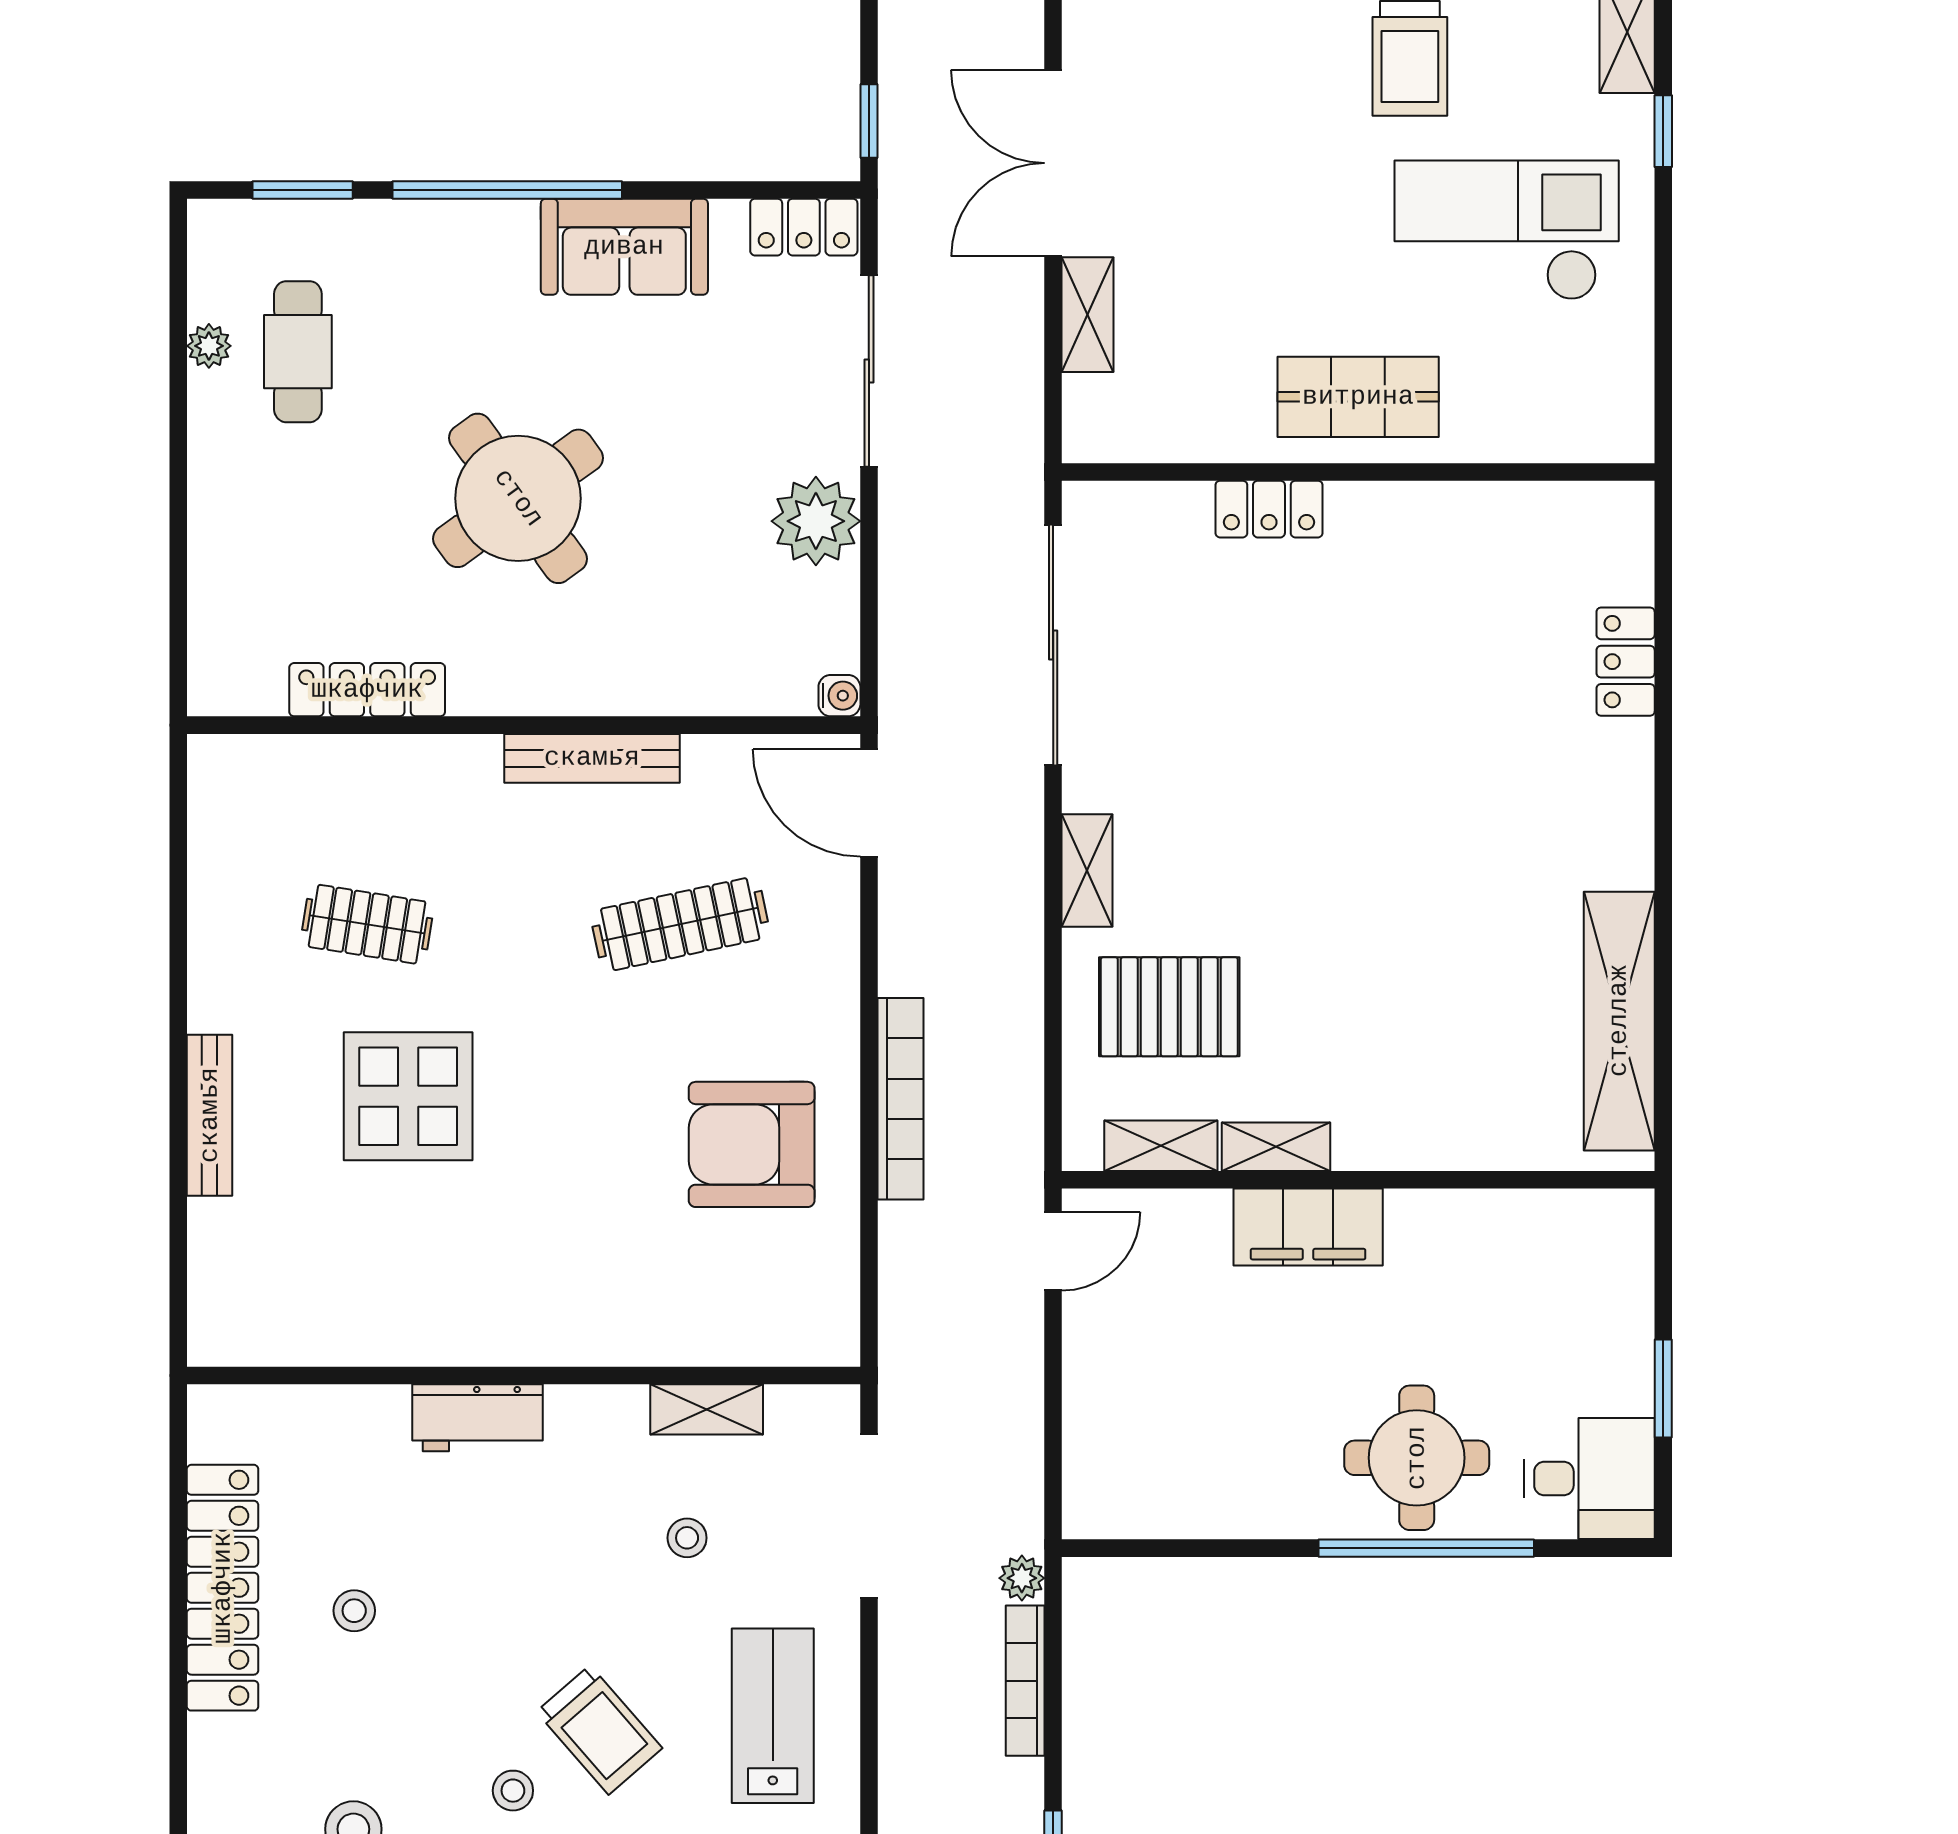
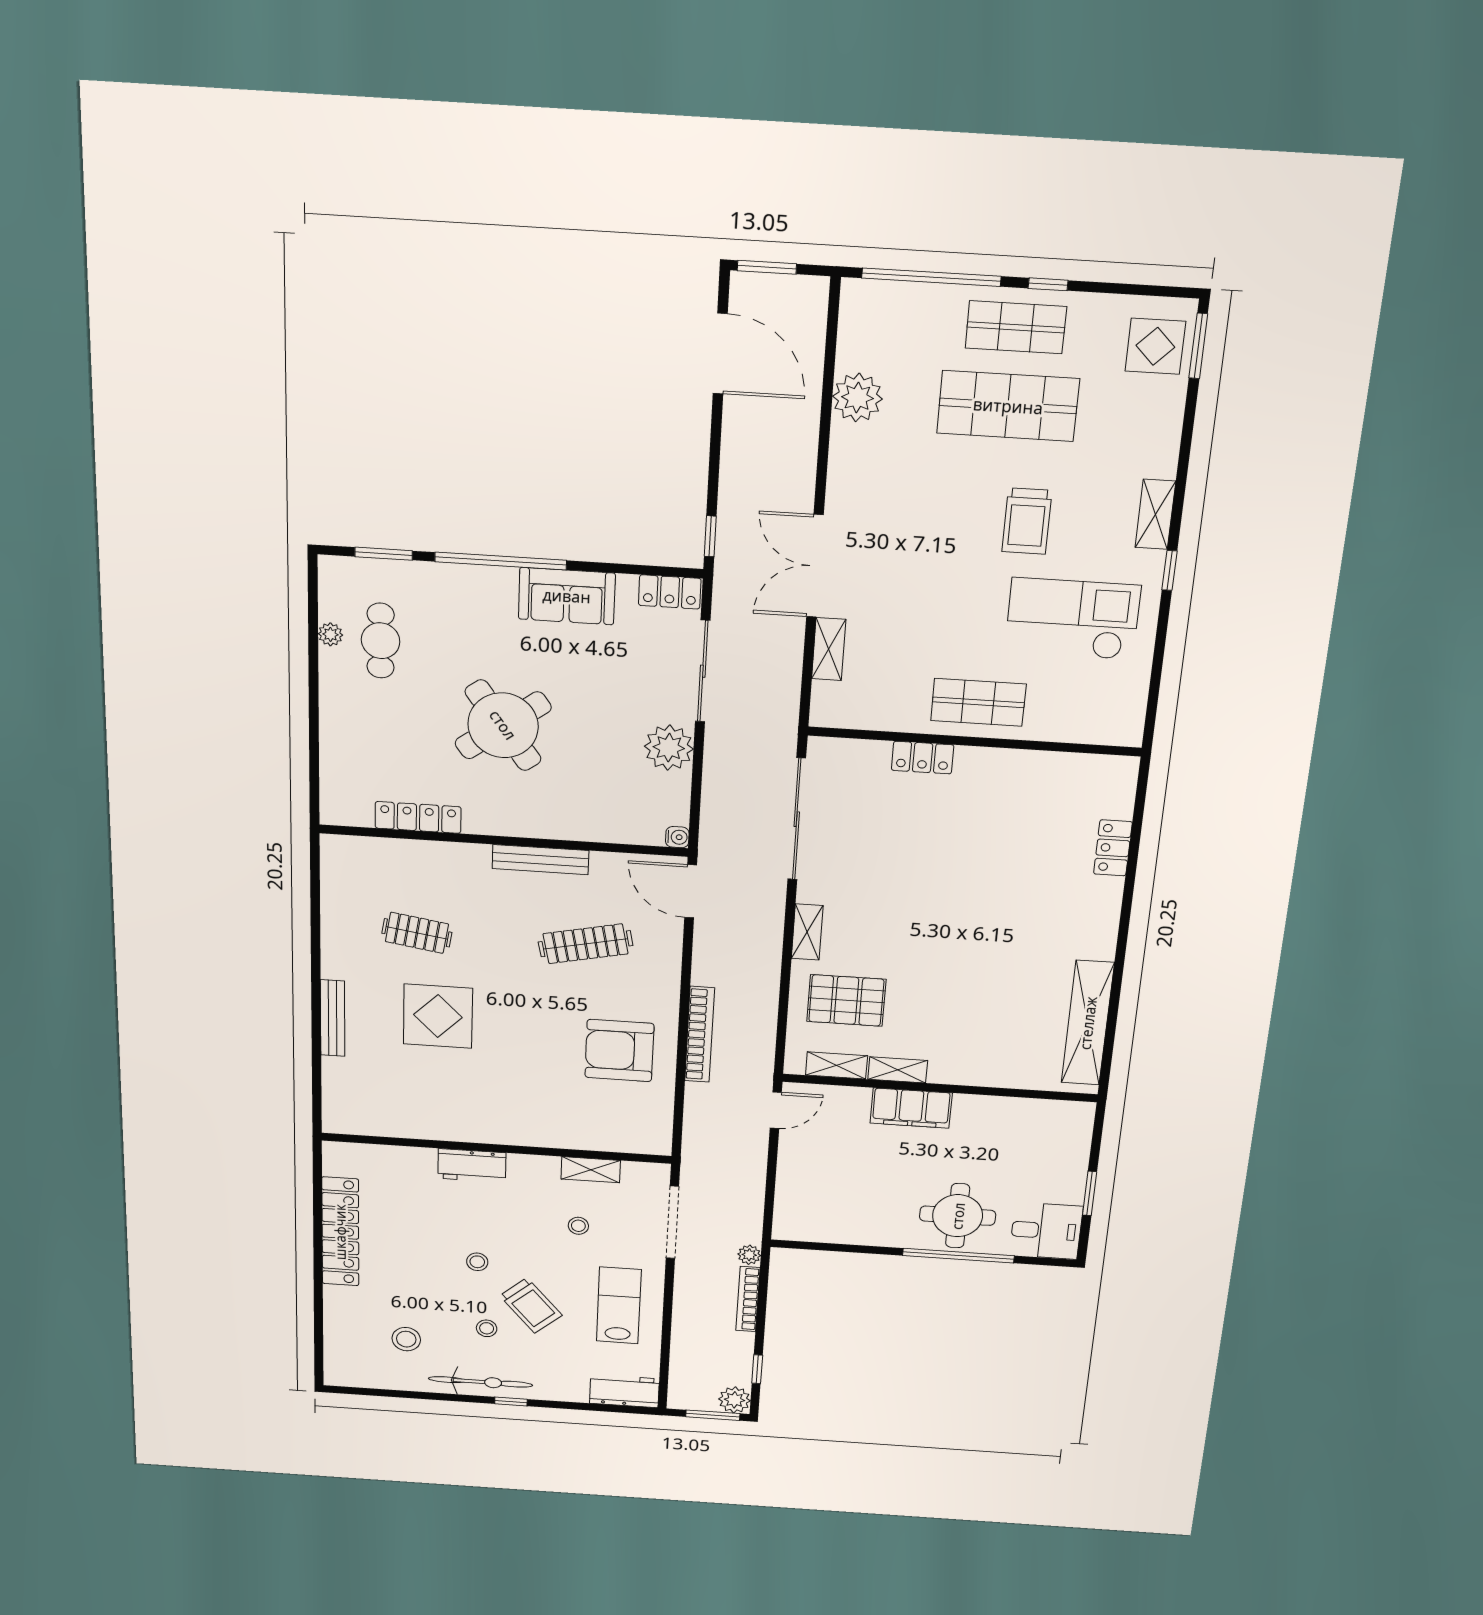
stool: (354, 1611) -> (477, 1262), moved

